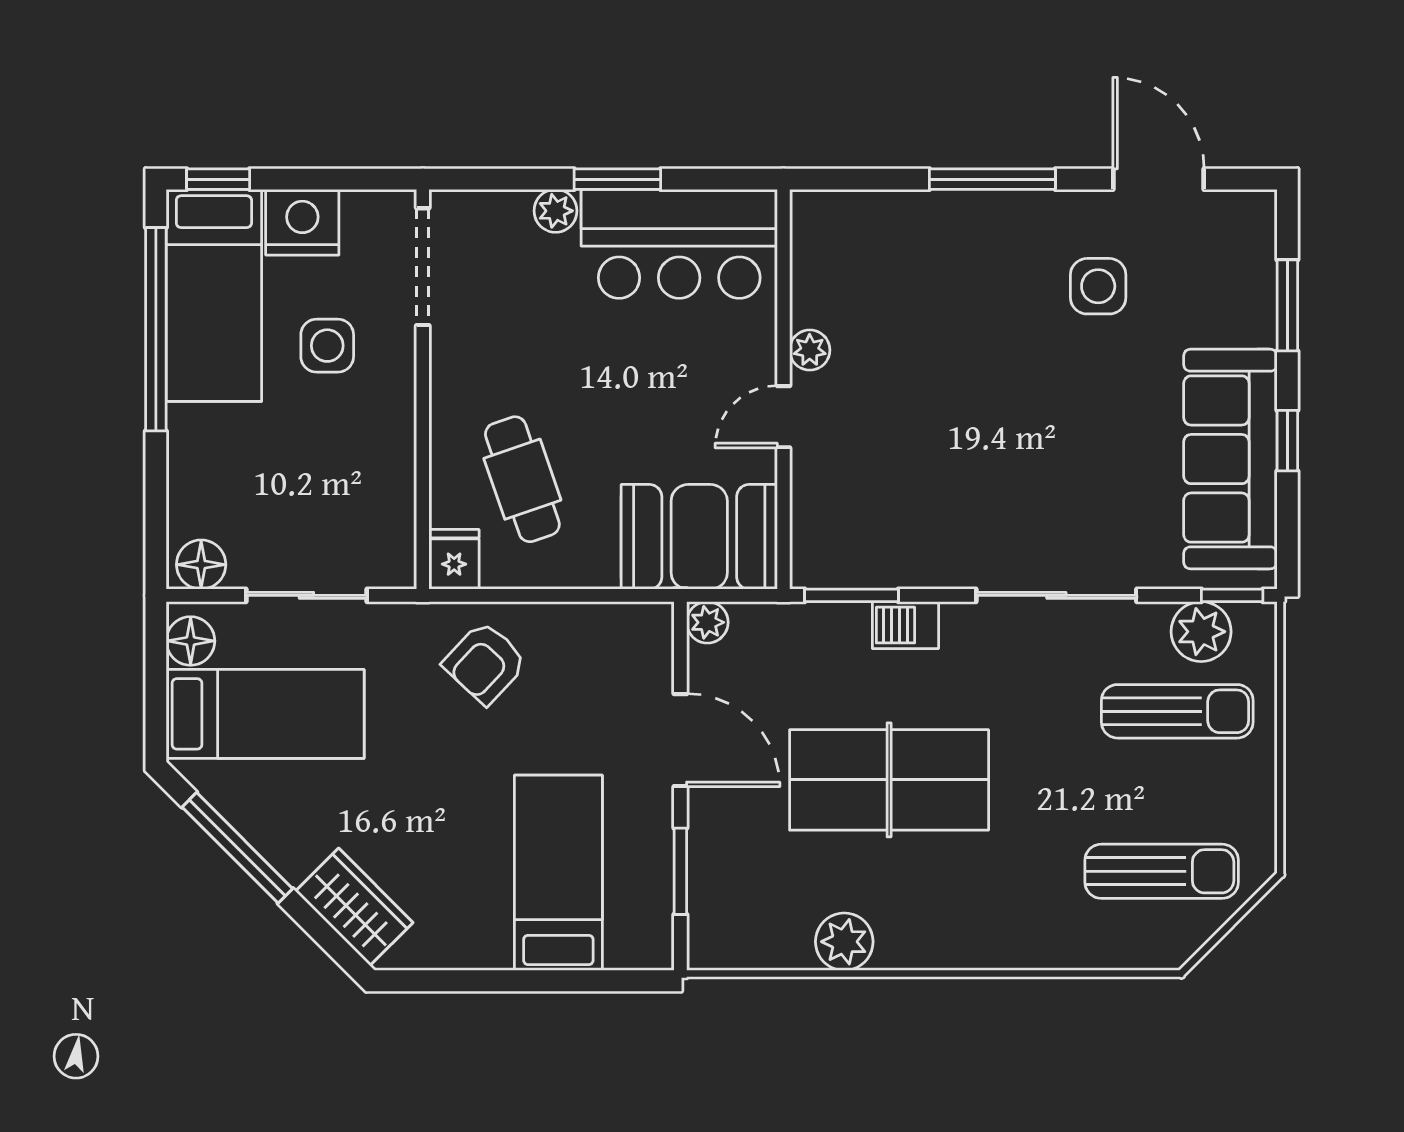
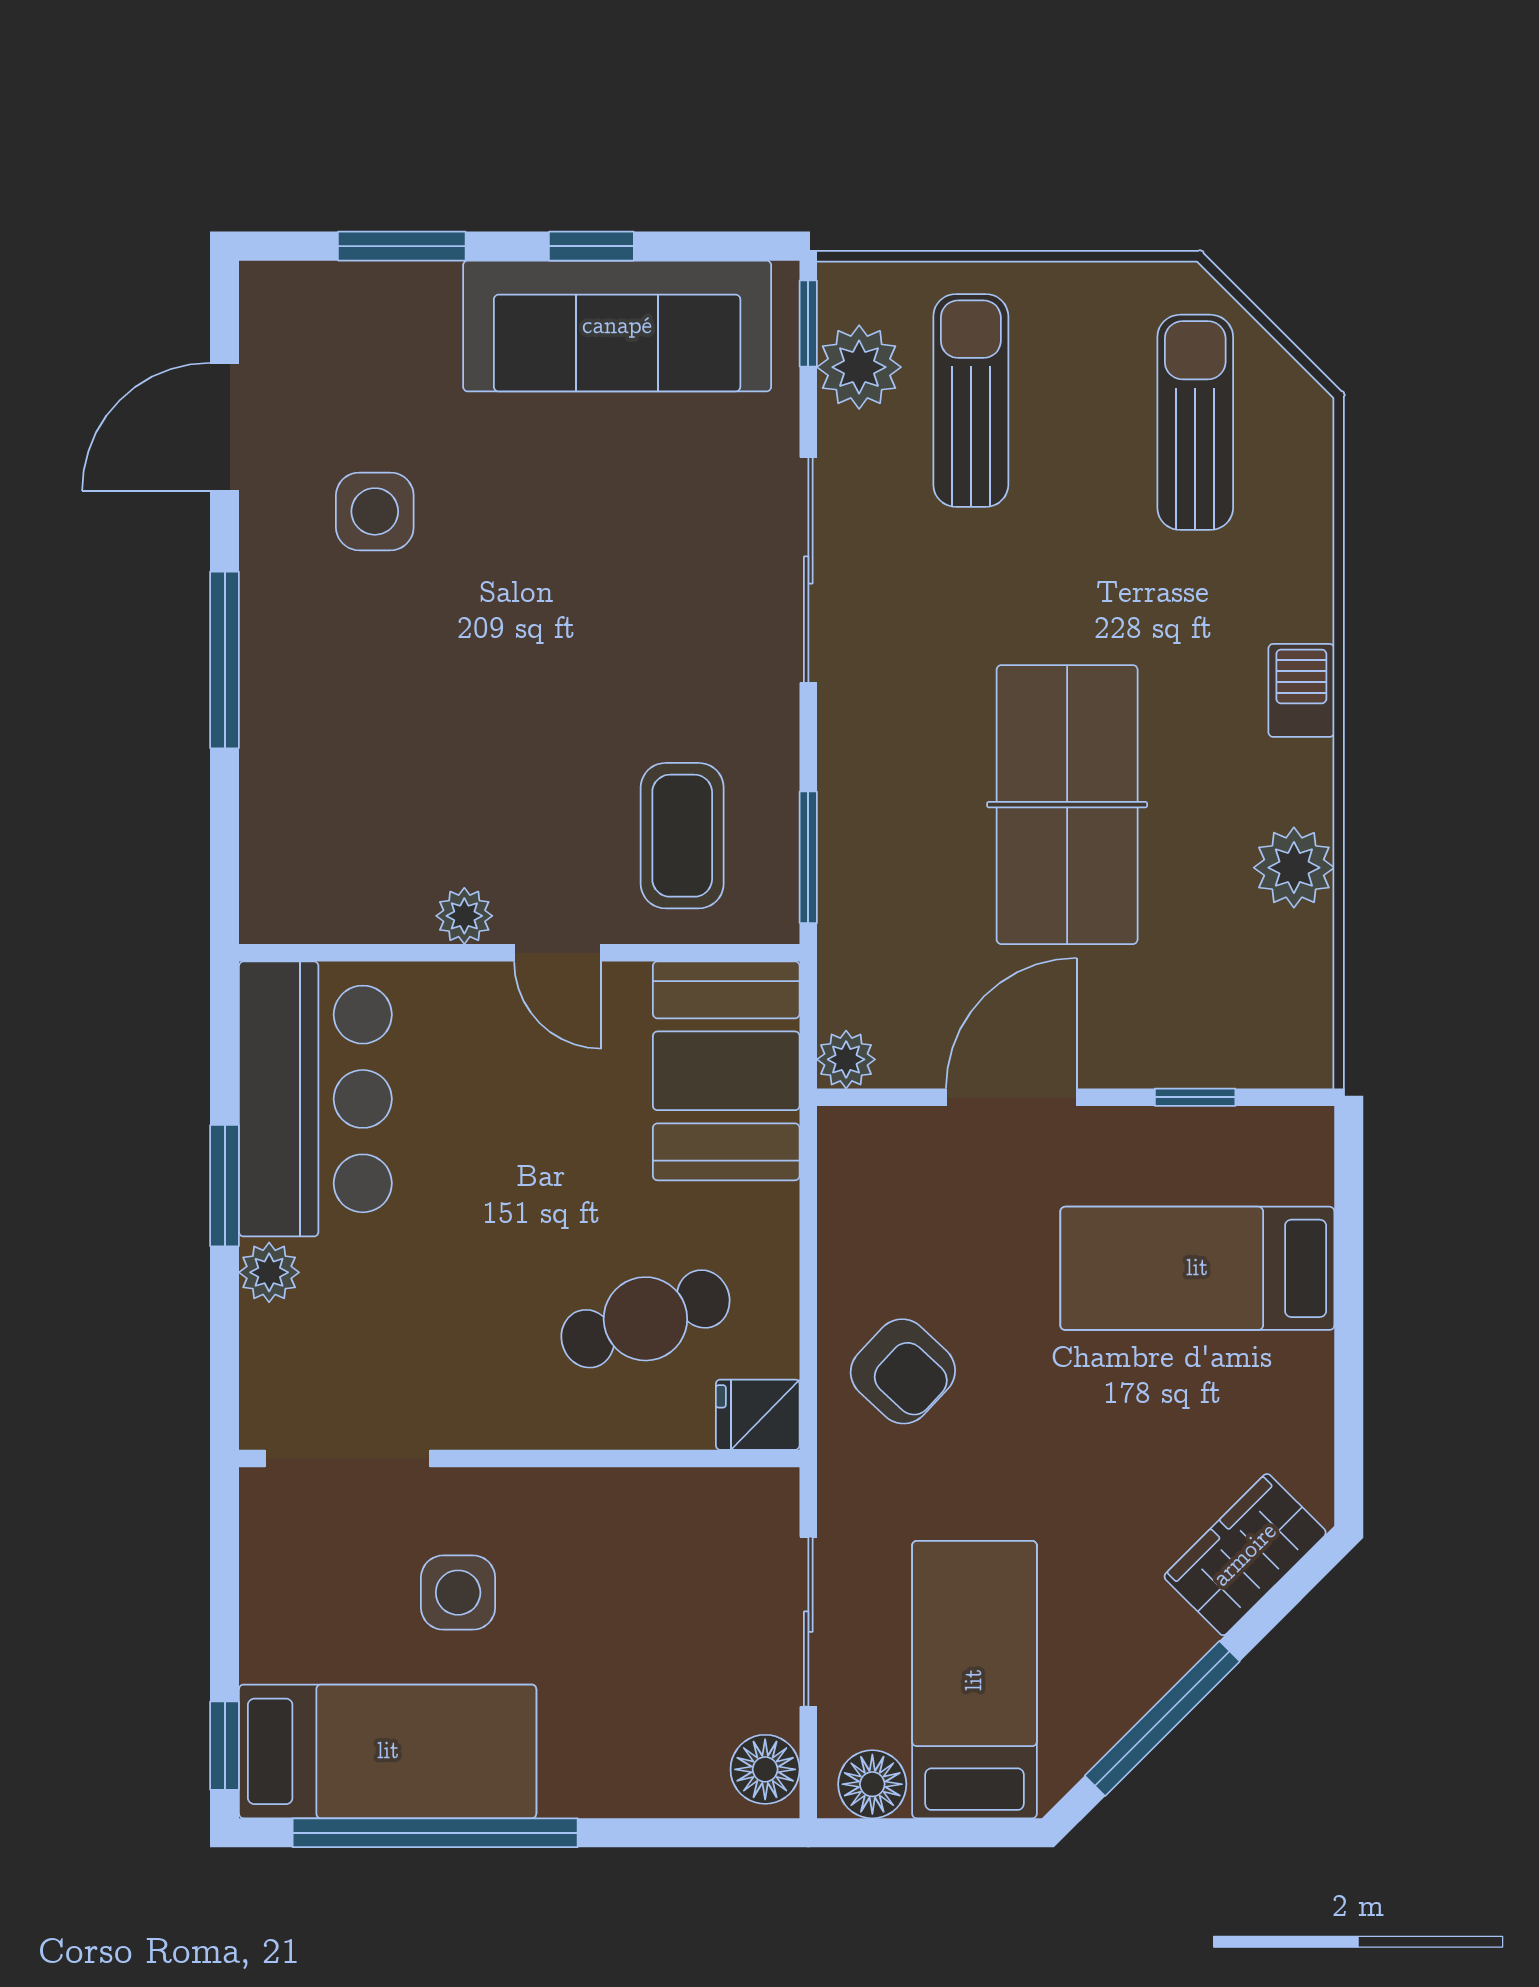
nightstand: (302, 222) -> (285, 1627), removed
coffee table: (867, 505) -> (682, 836), added
barbecue: (905, 625) -> (1301, 690), moved, turned 180
window: (680, 871) -> (1195, 1097), width x0.67

